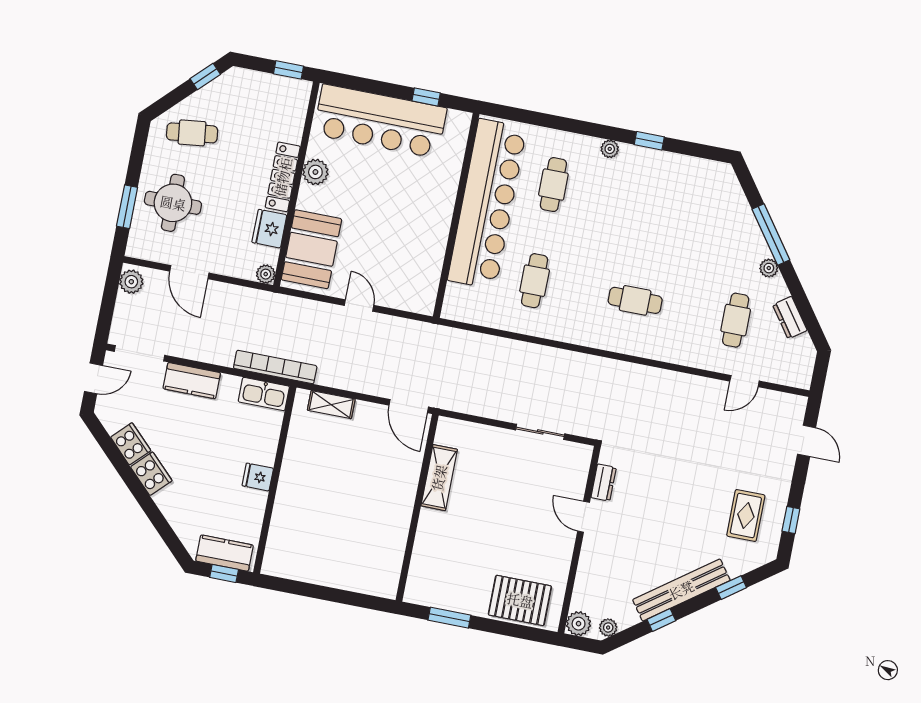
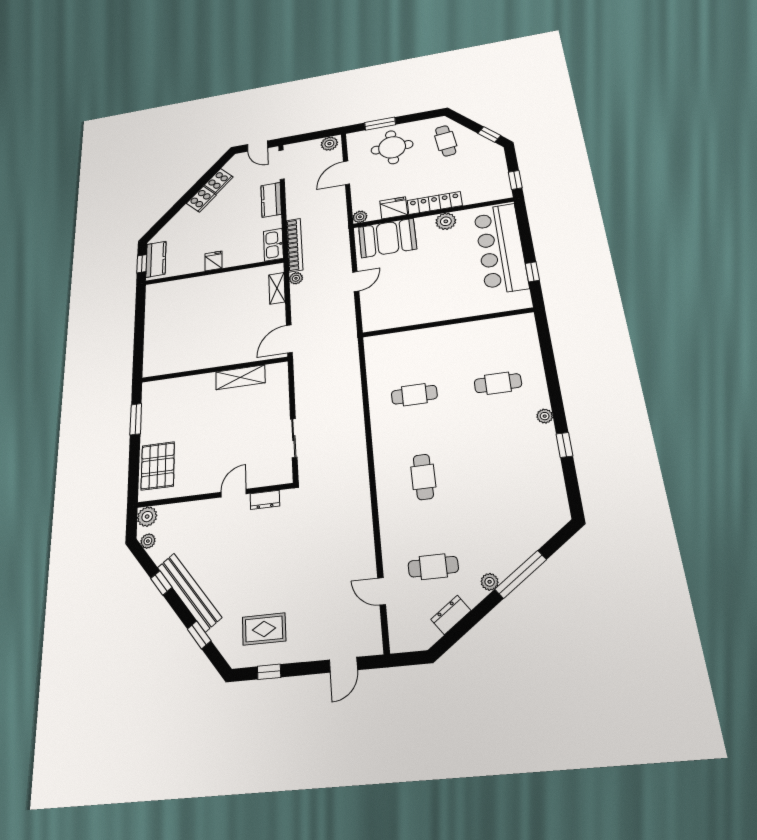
bar counter: (487, 204) -> (464, 341), removed
plant: (326, 377) -> (296, 278), added

